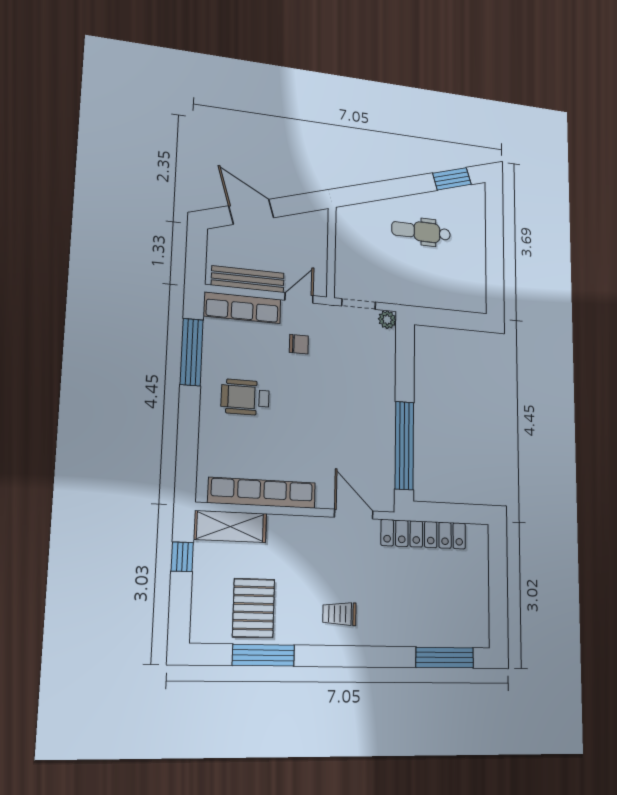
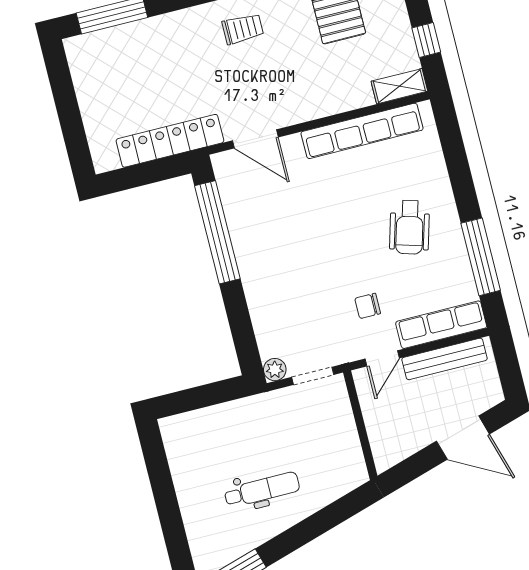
wheelchair: (245, 397) -> (410, 227), turned 106
shelving: (230, 526) -> (399, 86), width x0.67, depth x0.75

